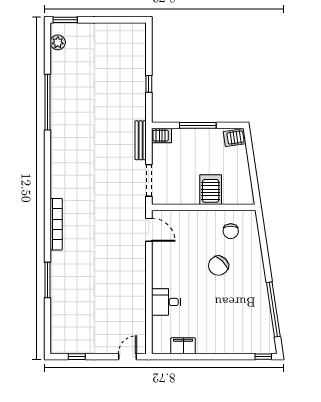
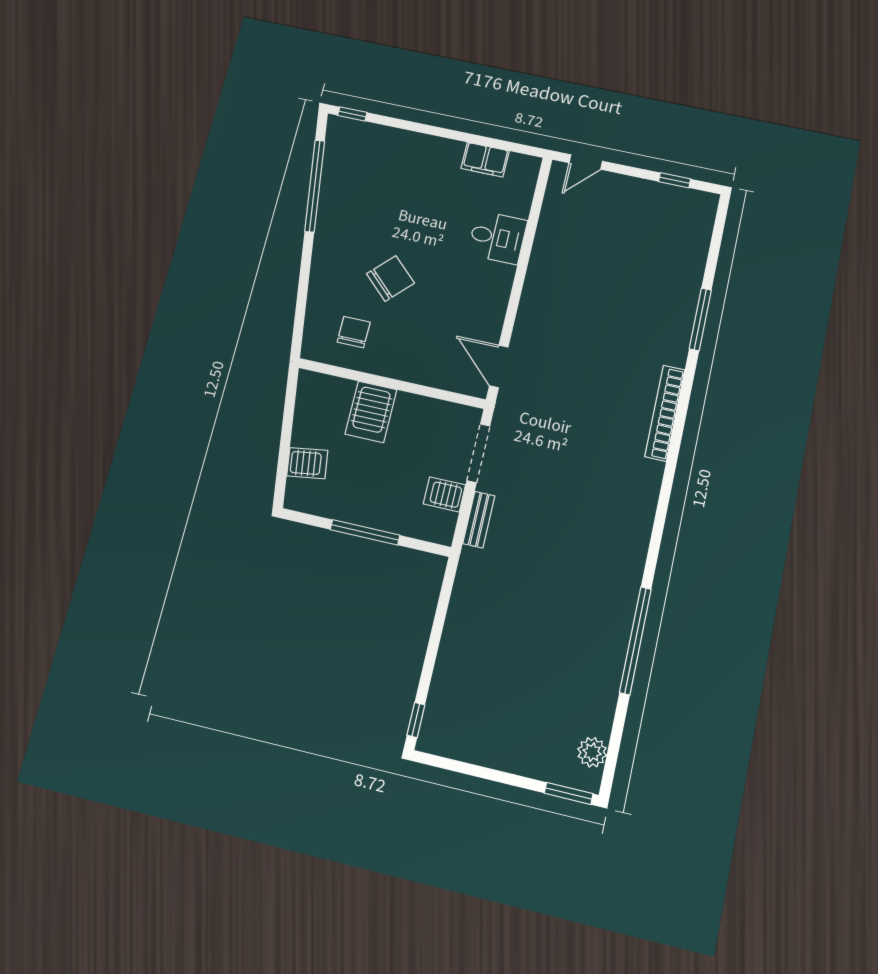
window: (149, 84) -> (416, 720), moved
server rack: (161, 136) -> (444, 494), moved
server rack: (235, 138) -> (307, 463), moved
bench: (141, 140) -> (479, 520), width x0.73

